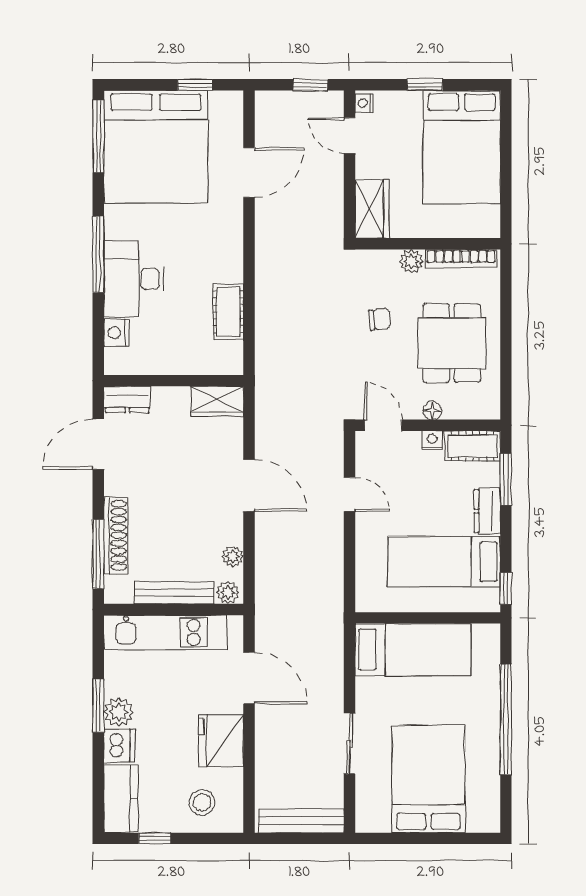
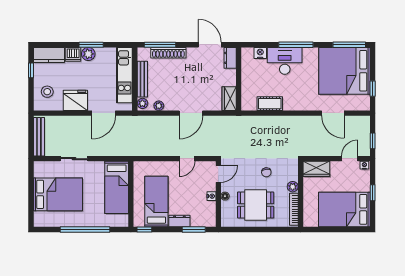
cot: (472, 446) -> (209, 214), removed

